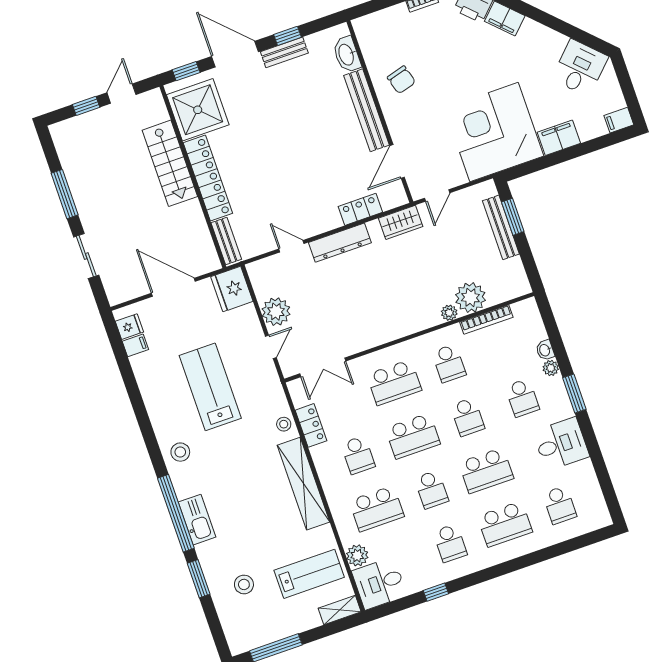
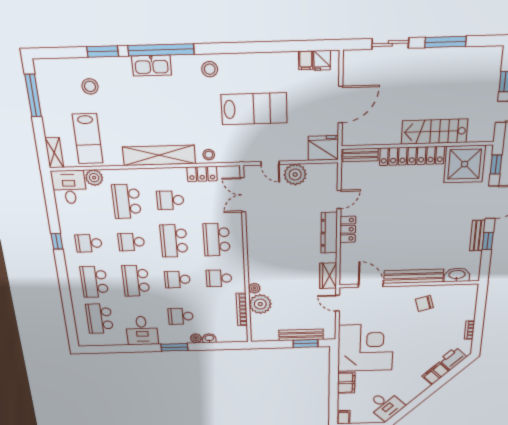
locker: (360, 209) -> (348, 229), moved
school desk: (560, 505) -> (100, 319), width x1.85
window: (436, 592) -> (57, 241), moved

